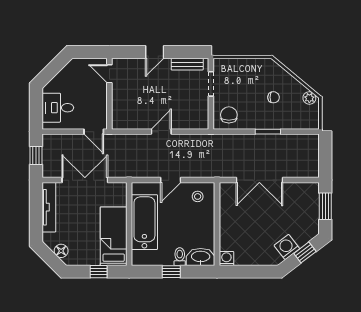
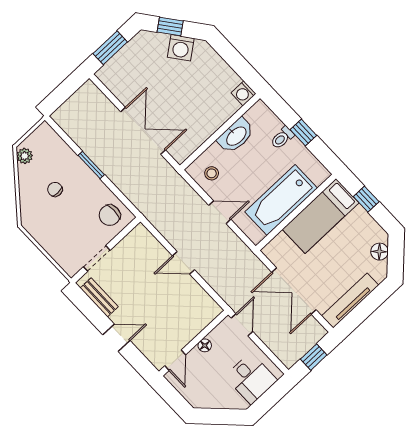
floor lamp: (102, 99) -> (205, 345), added
washbasin: (201, 257) -> (236, 136), moved, turned -90

